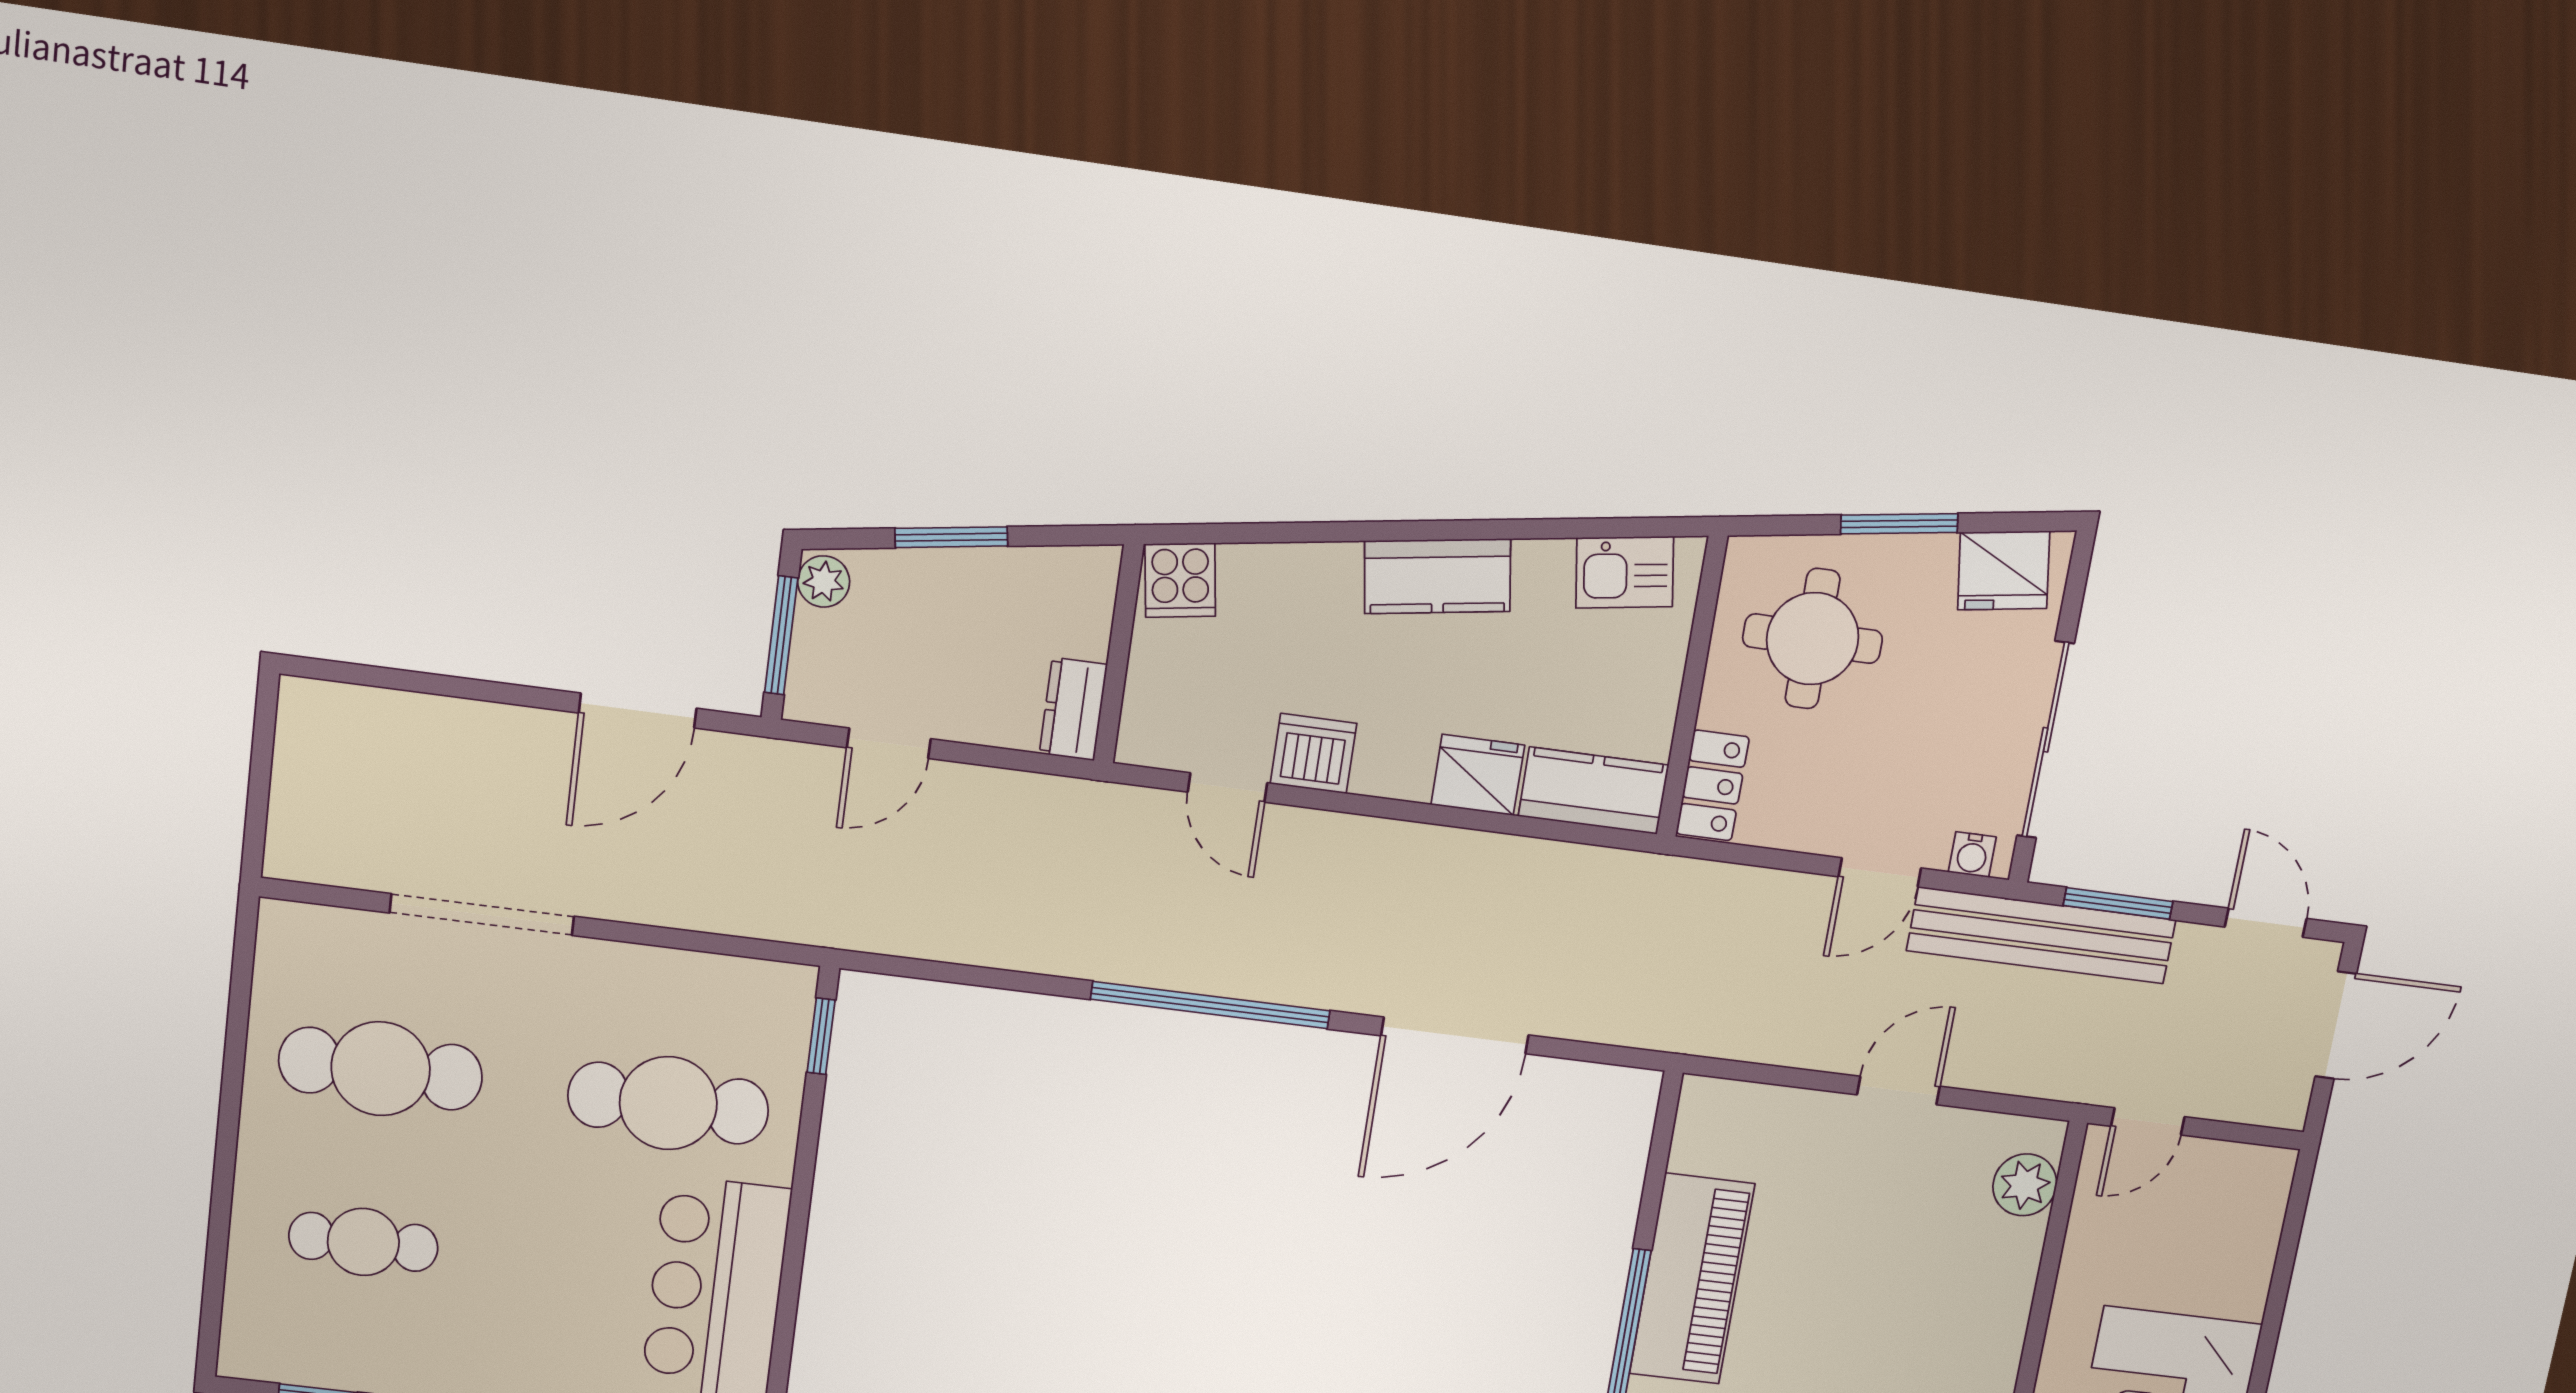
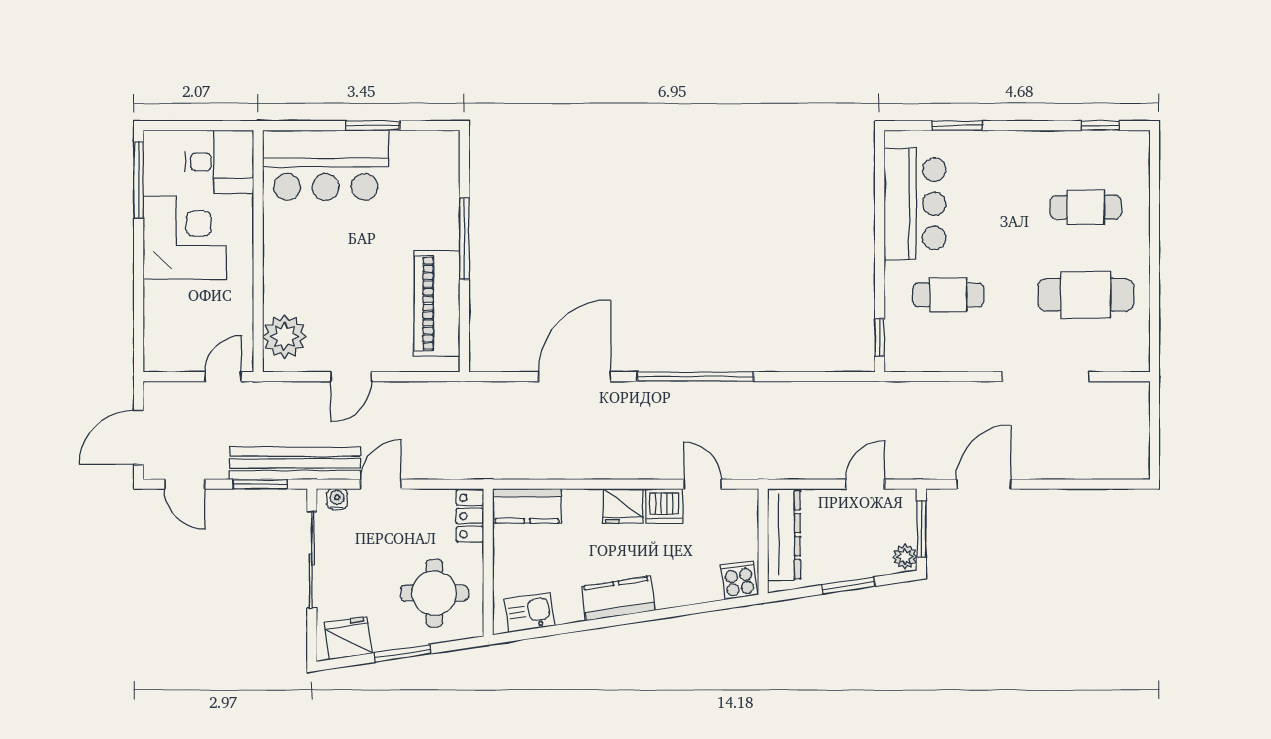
dresser: (1073, 709) -> (784, 535), width x1.96, depth x1.24
fridge: (1478, 775) -> (623, 506), moved
cafe table: (668, 1103) -> (948, 295), width x0.73, depth x0.74
plant: (2025, 1185) -> (285, 337), width x1.36, depth x1.36
piano: (1692, 1279) -> (437, 303), moved

